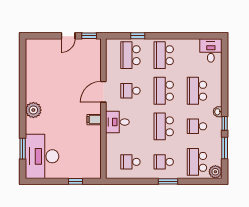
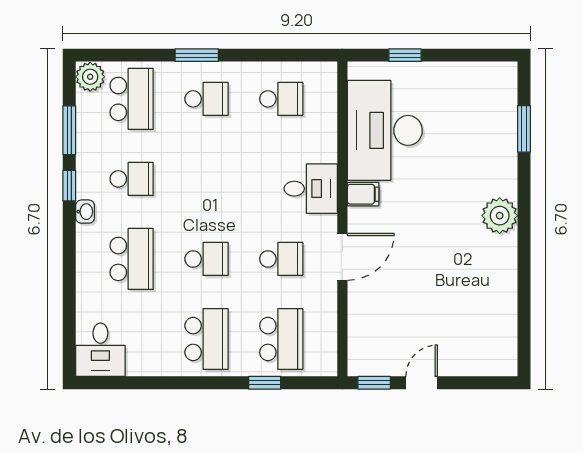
school desk: (164, 91) -> (206, 259), width x0.54
school desk: (164, 126) -> (206, 179), removed
desk: (42, 156) -> (385, 130), moved, turned 180

